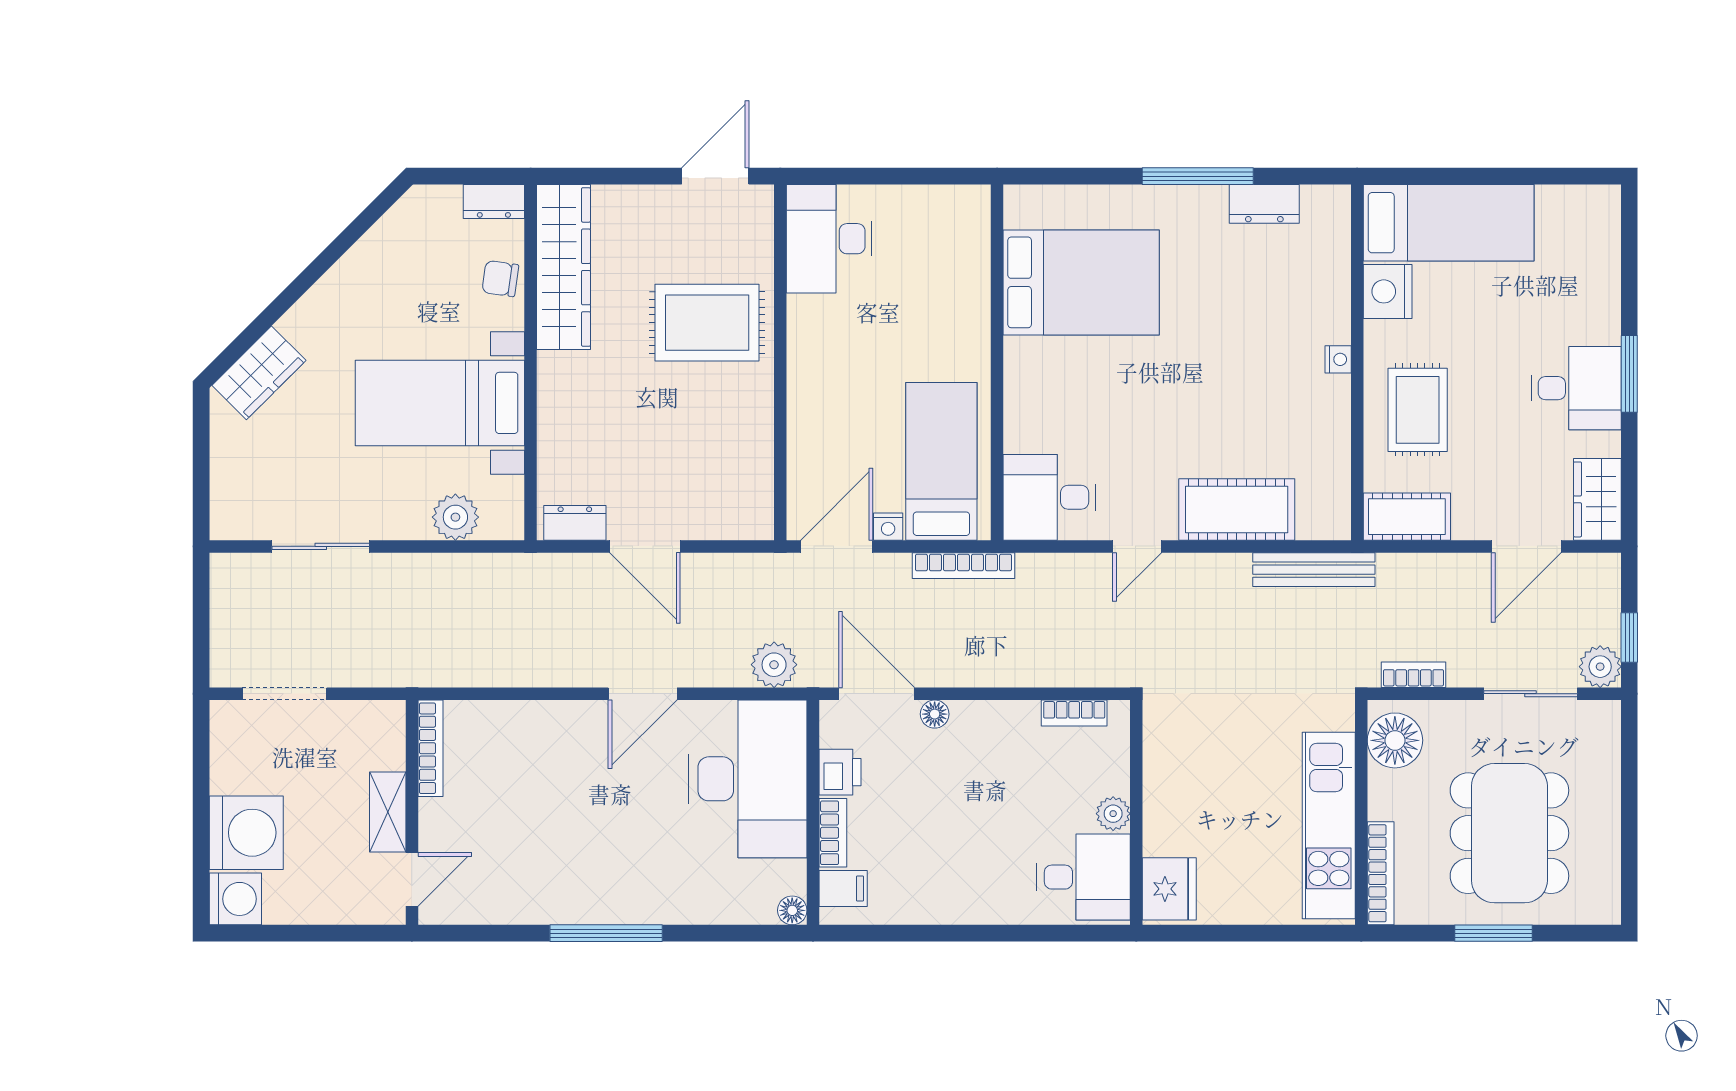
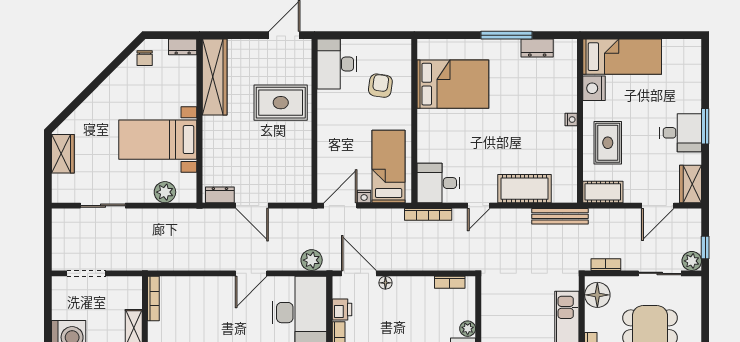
chair: (500, 279) -> (145, 58), moved, turned -98
armchair: (924, 286) -> (380, 86), added
wardrobe: (259, 373) -> (63, 154), moved, turned -45
bookcase: (963, 566) -> (428, 214), moved

